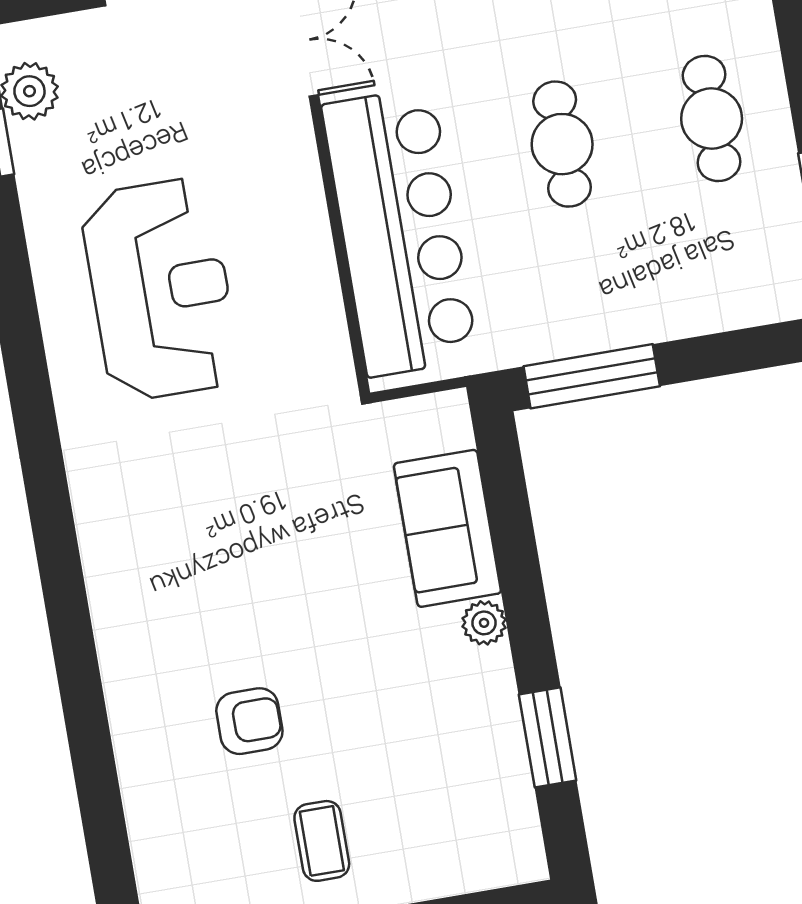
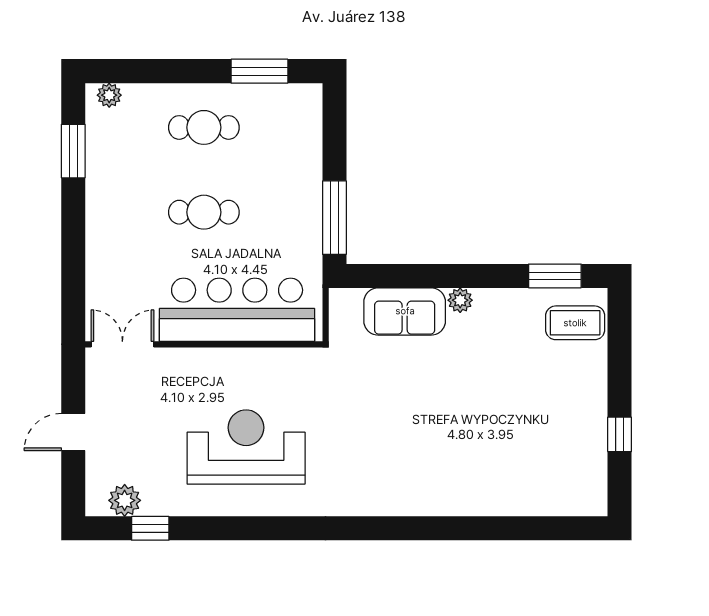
armchair: (249, 721) -> (492, 439), removed
window: (548, 737) -> (555, 276), moved
coffee table: (322, 841) -> (575, 323), moved, width x1.36, depth x1.30

